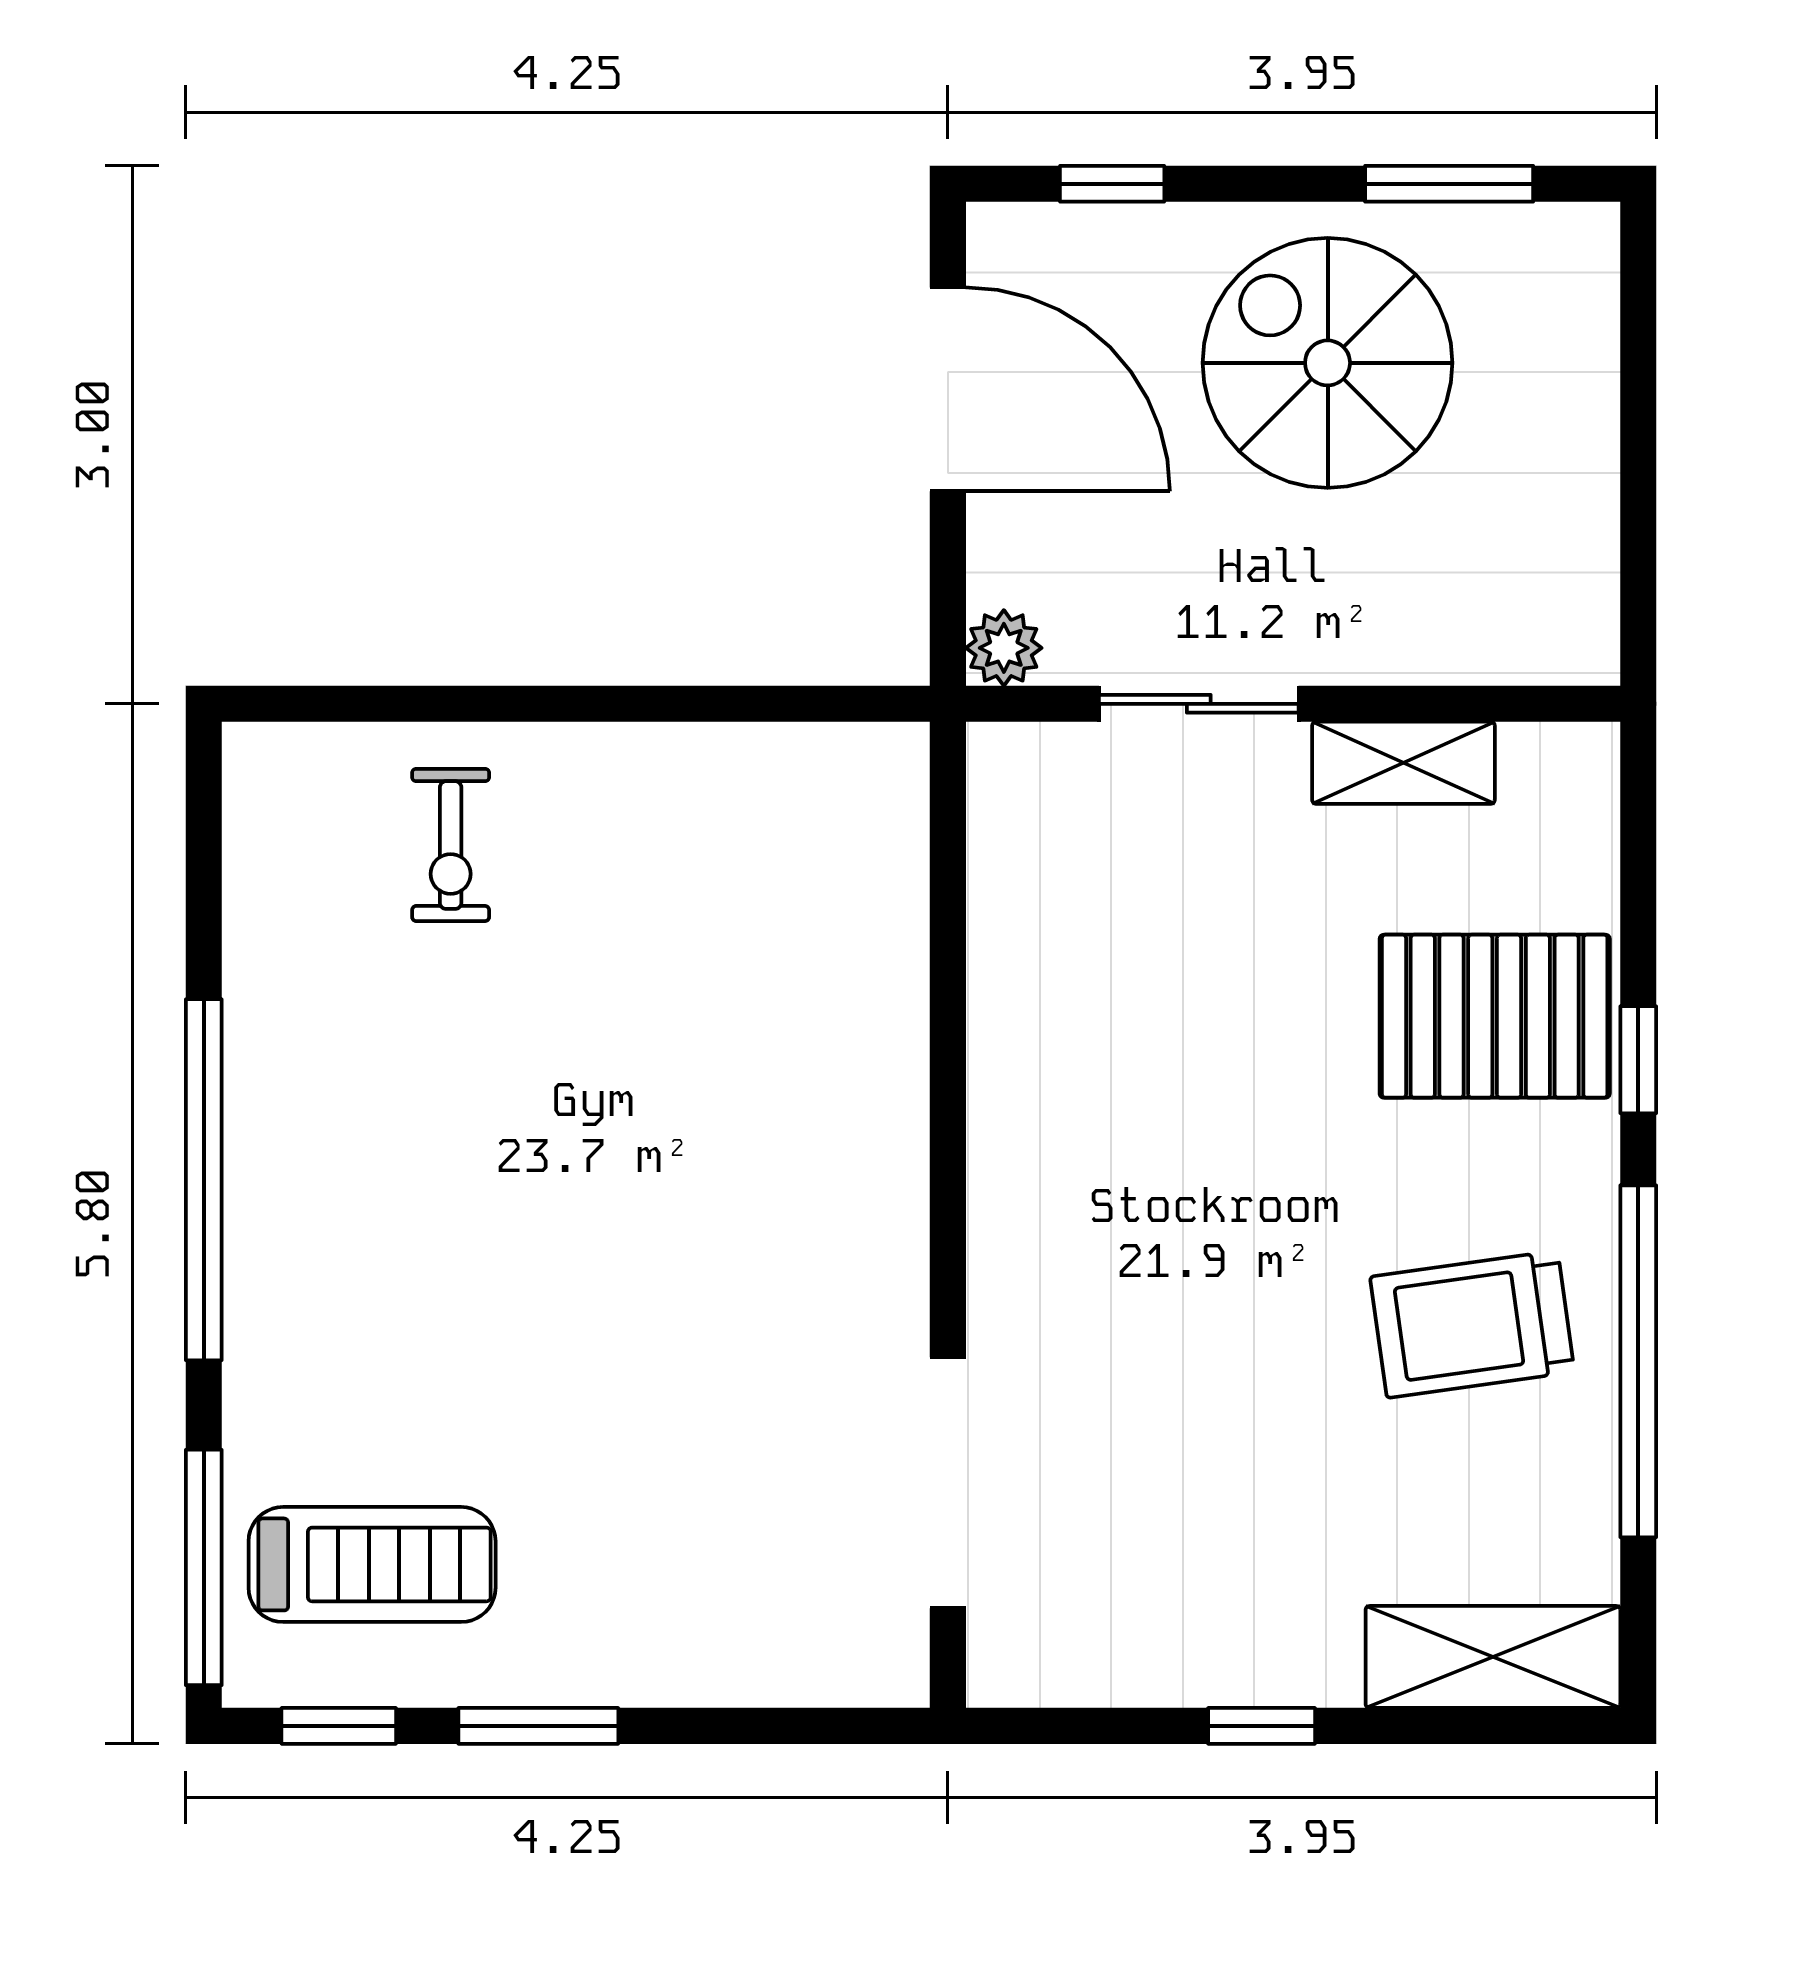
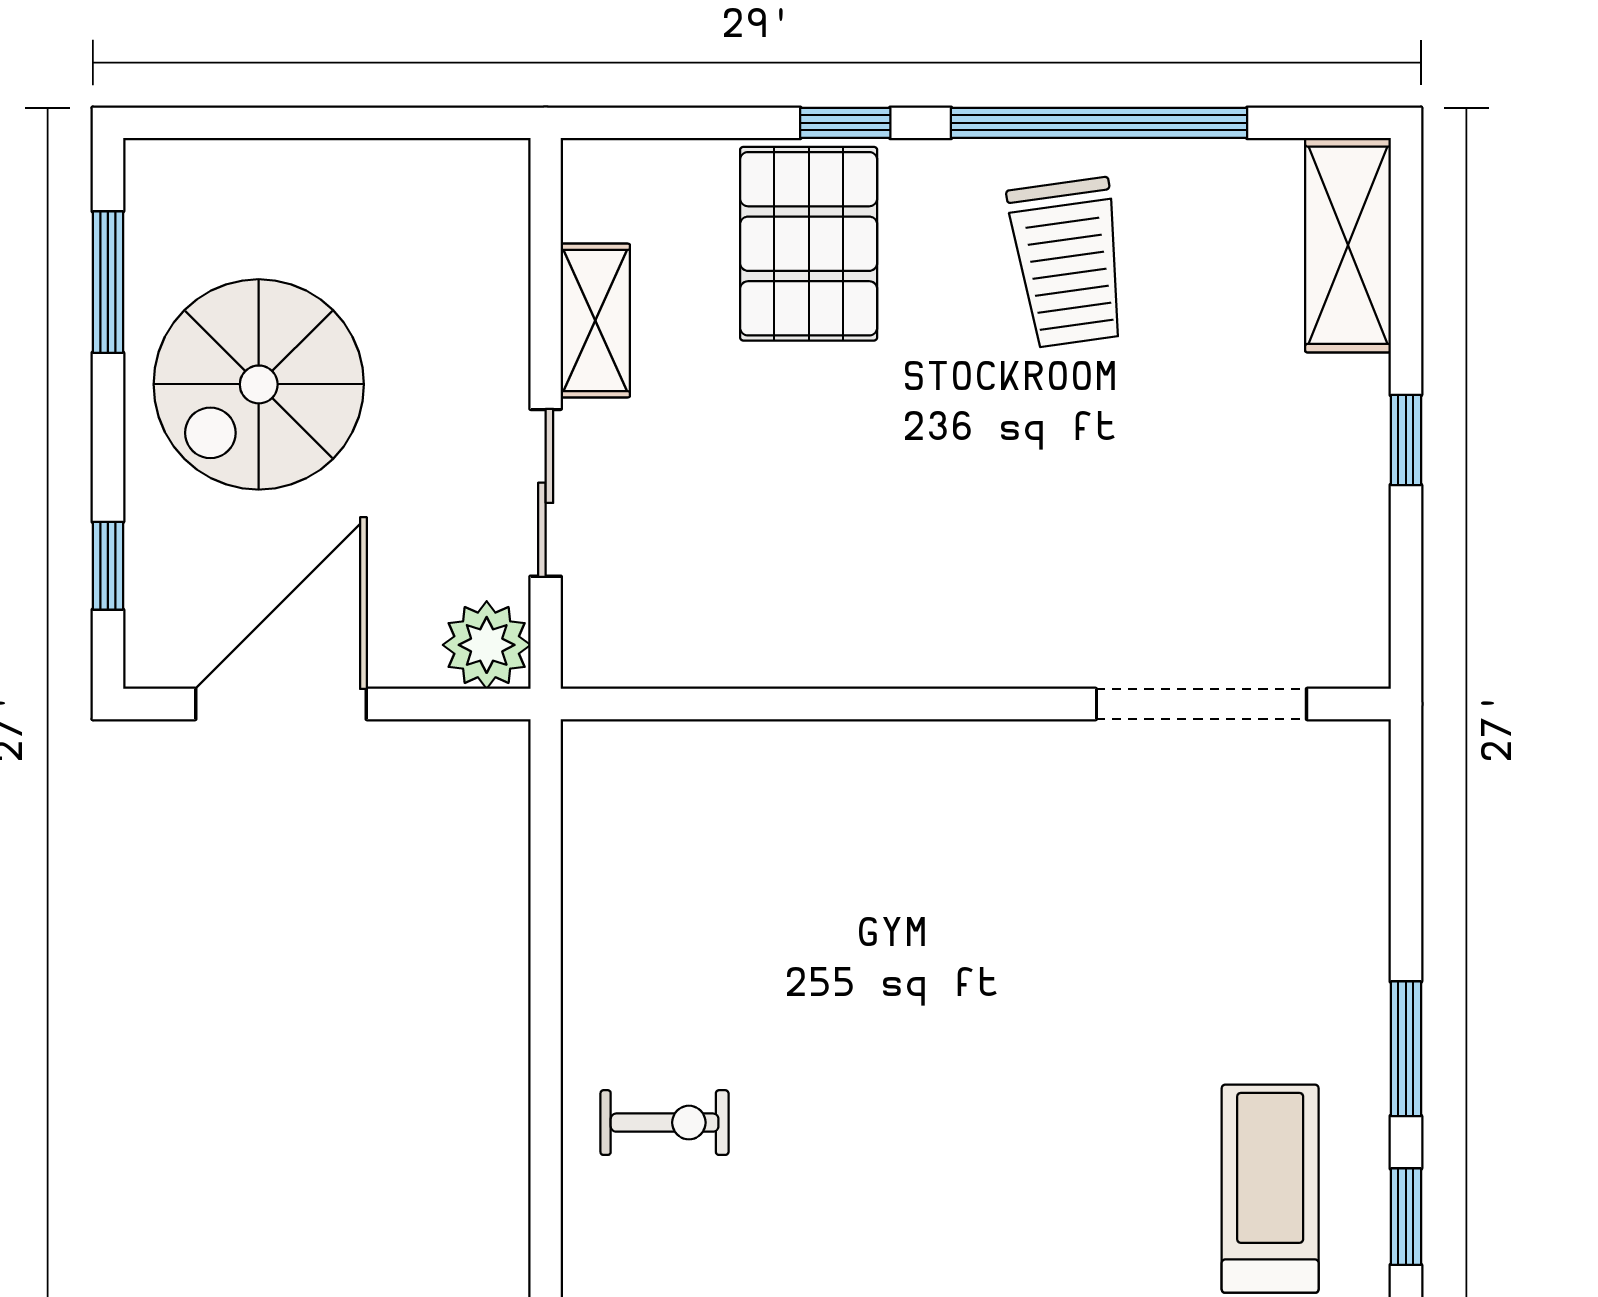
plant: (1004, 648) -> (487, 645), width x1.38, depth x1.38

